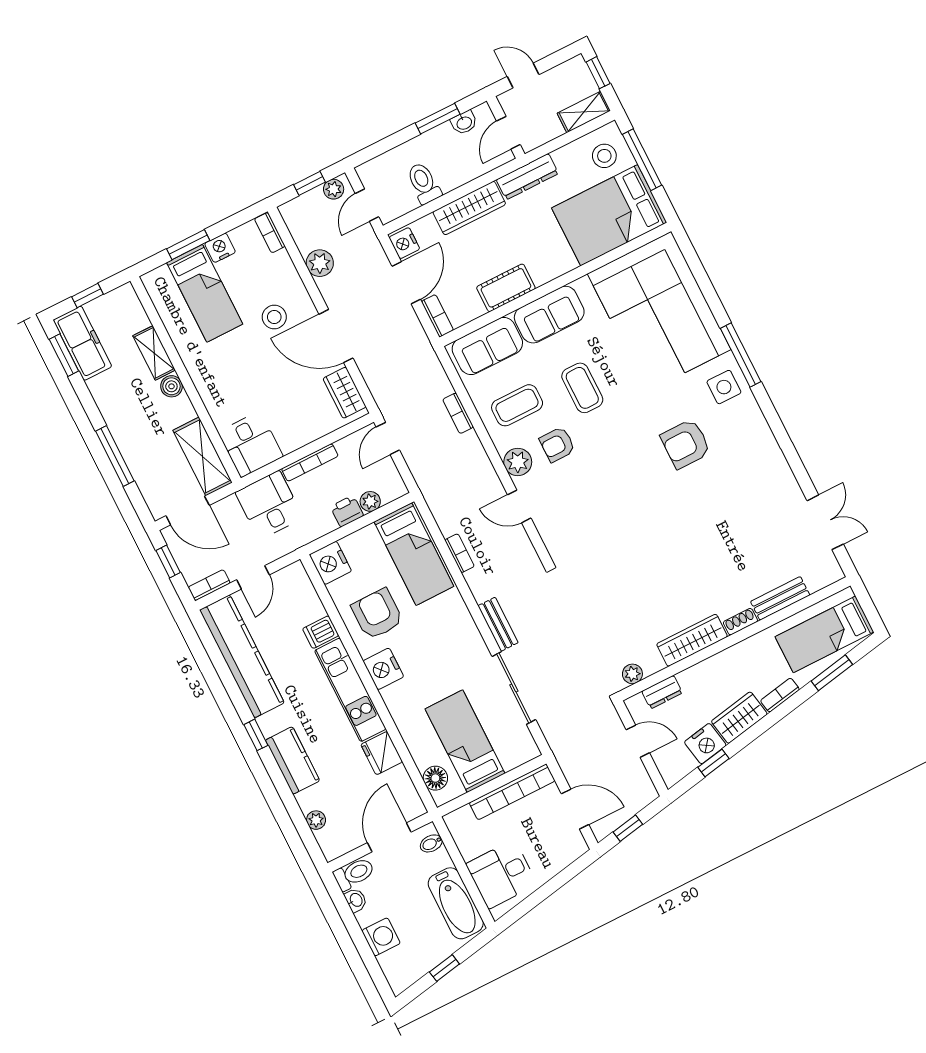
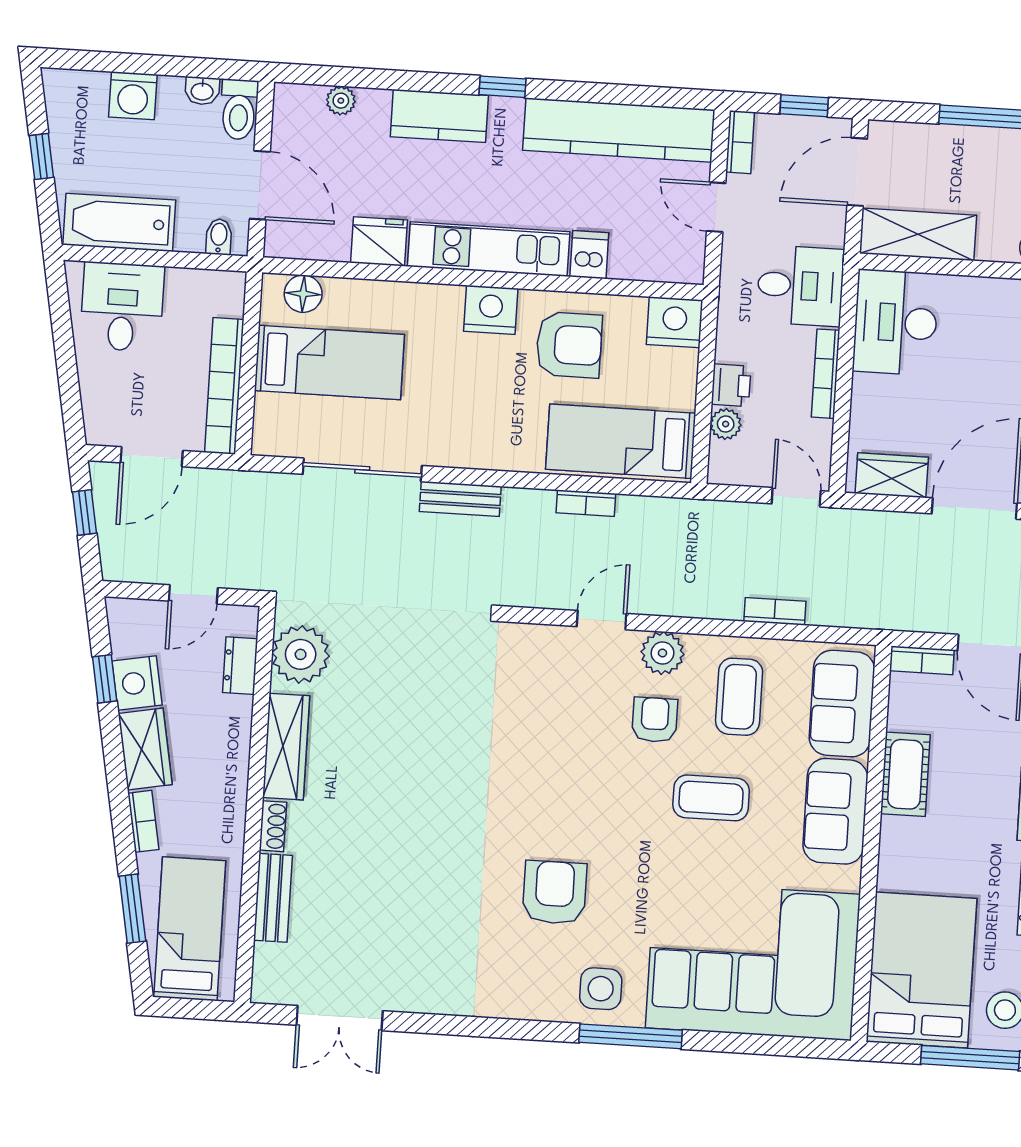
desk: (251, 444) -> (896, 322), width x1.37
plant: (632, 674) -> (301, 654), width x1.87, depth x1.87

